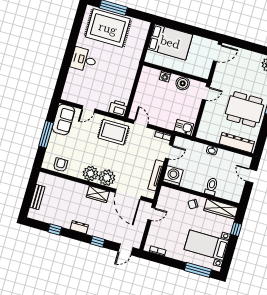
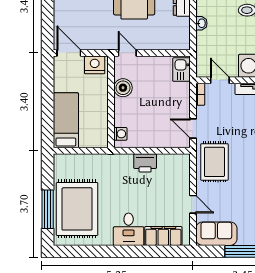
bed: (170, 42) -> (66, 120), width x0.67
nightstand: (204, 68) -> (95, 65), added
washing machine: (165, 76) -> (120, 134), moved
filing cabinet: (72, 82) -> (163, 236), added
printer: (118, 108) -> (145, 163), moved, turned -90
door: (141, 124) -> (193, 129), hinge flipped

